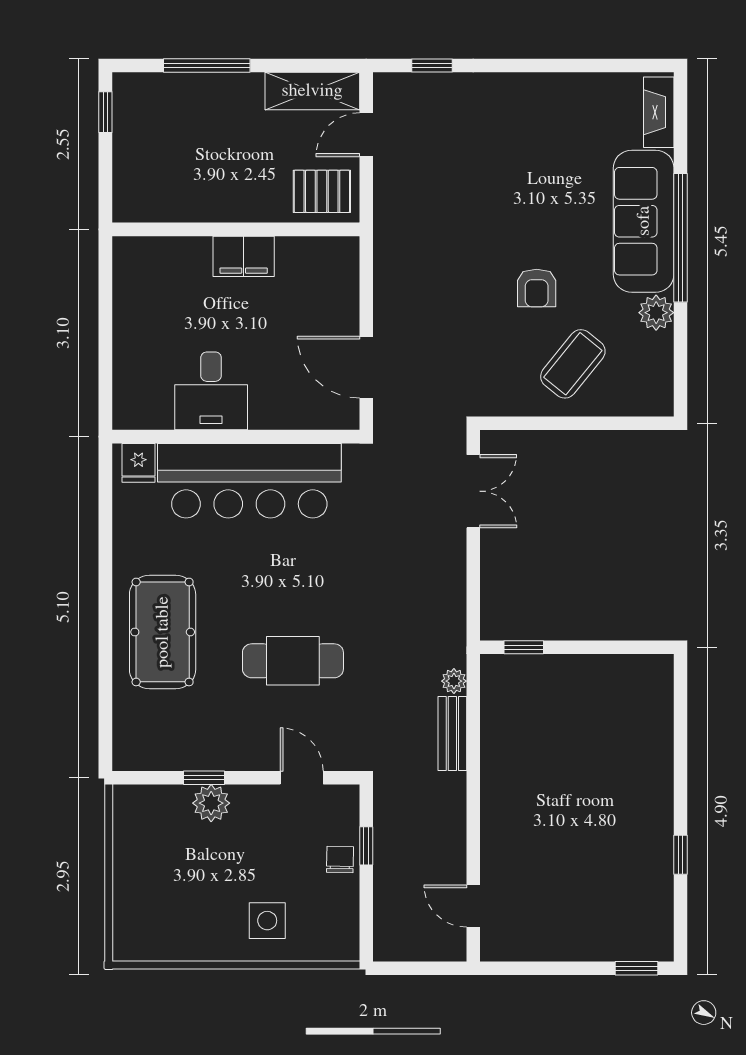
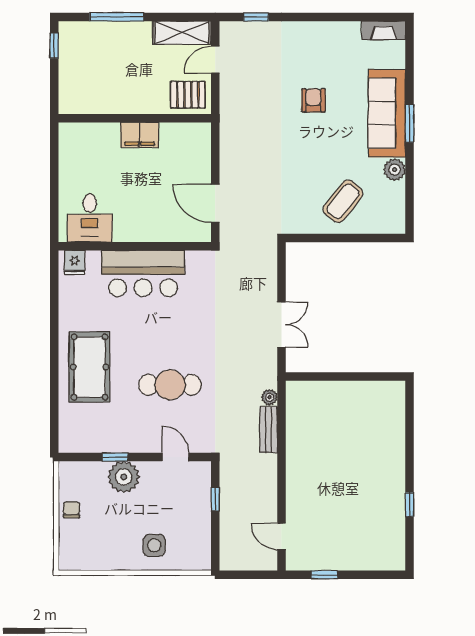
fireplace: (659, 112) -> (384, 30), moved, turned -90
window: (680, 238) -> (410, 123), width x0.47
armchair: (537, 288) -> (313, 100), moved, turned 180
desk: (211, 391) -> (90, 218), moved
bar counter: (249, 481) -> (143, 274), width x0.73
double door: (473, 491) -> (281, 325), moved
window: (524, 647) -> (313, 376), removed
plant: (211, 803) -> (124, 477), width x1.36, depth x1.36
chair: (340, 860) -> (72, 510), moved
window: (637, 968) -> (325, 575), moved

